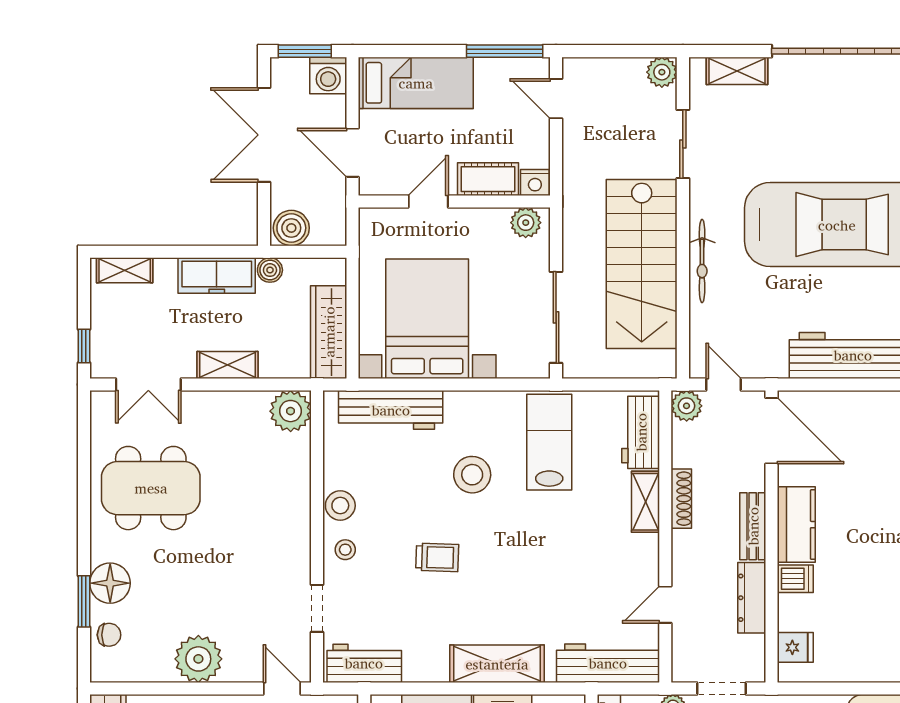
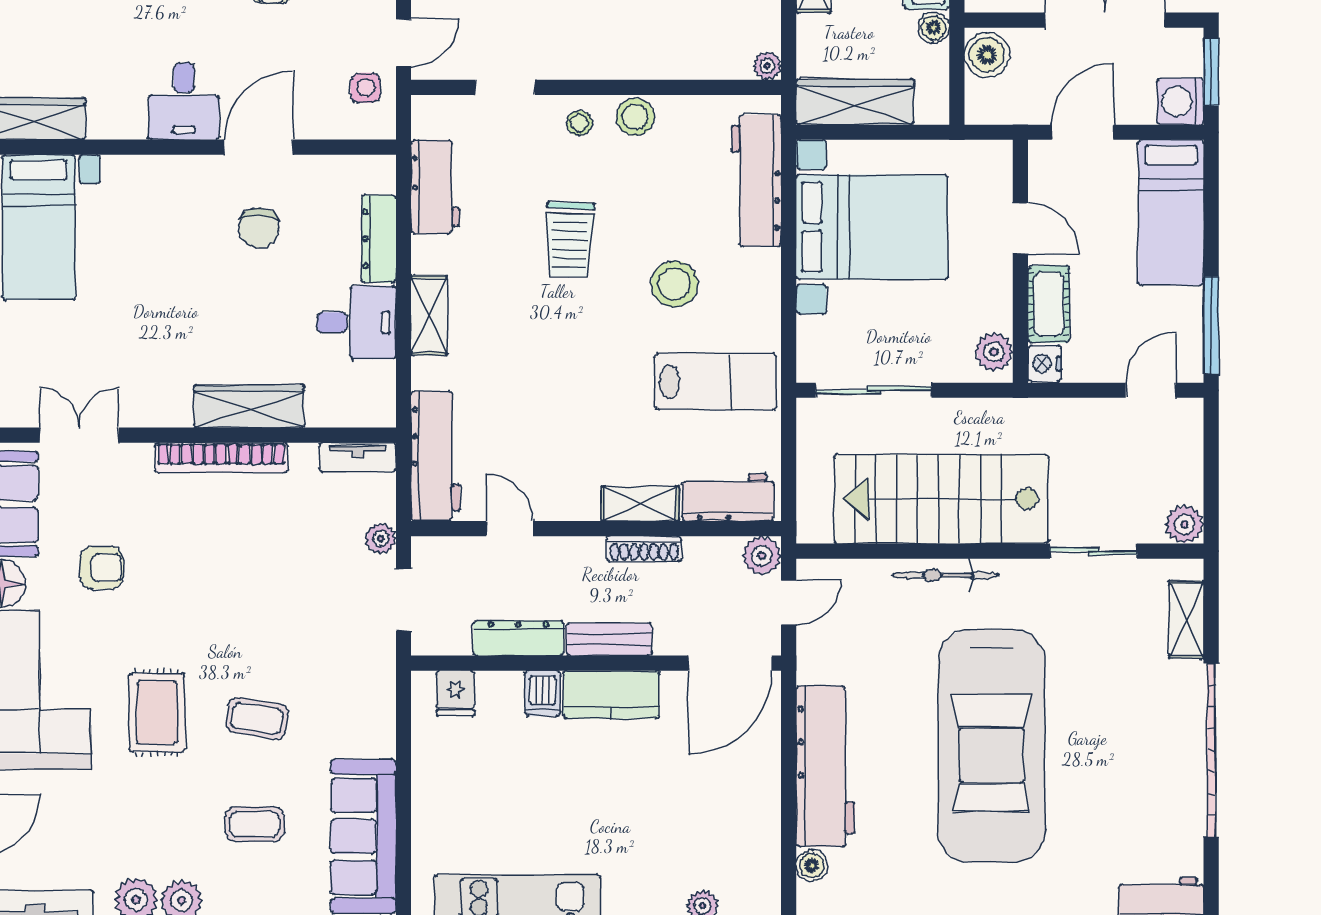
plant: (291, 411) -> (767, 66), width x0.53, depth x0.53
trolley: (437, 557) -> (570, 240), width x1.36, depth x1.39
workbench: (364, 663) -> (435, 187), moved
shelving: (497, 664) -> (429, 315), width x0.67, depth x0.75

